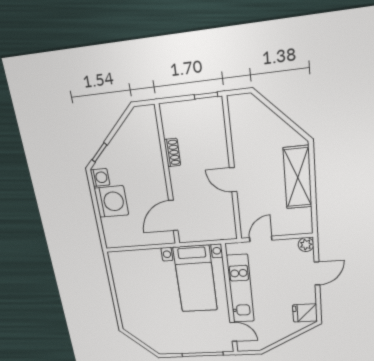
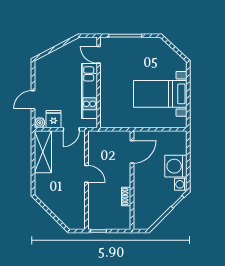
shelving: (298, 177) -> (43, 152), moved
bed with nightstands: (195, 279) -> (160, 94), moved, turned -90
fridge: (305, 313) -> (54, 119), moved, turned -90

